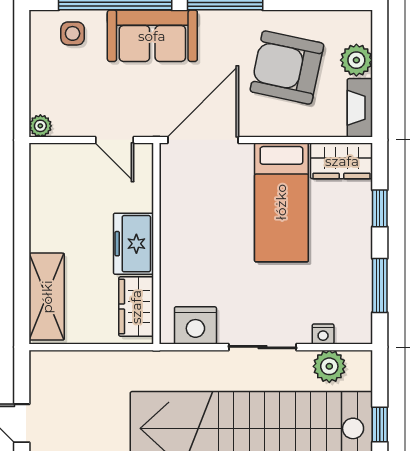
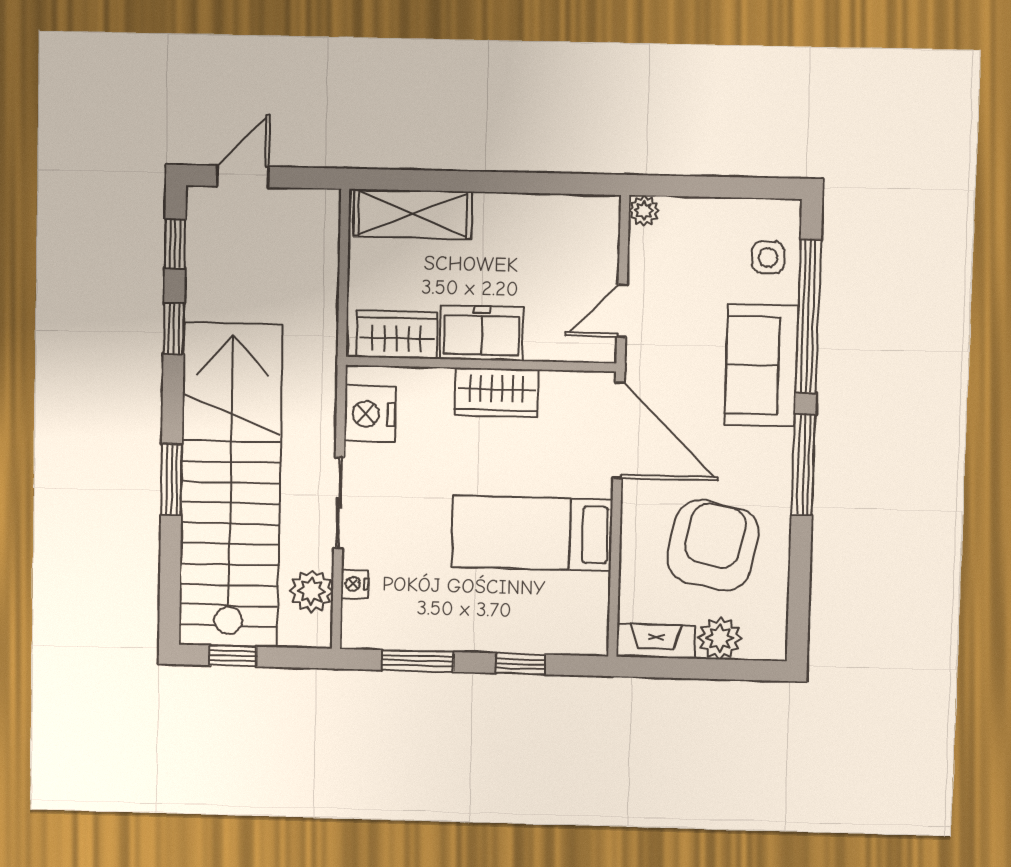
wardrobe: (342, 161) -> (497, 393), moved, turned -90

